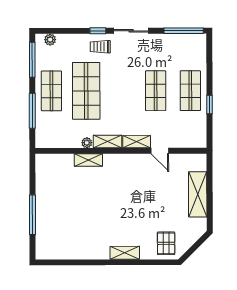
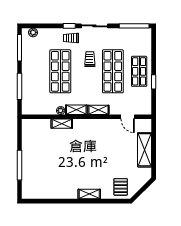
trolley: (125, 75) -> (90, 59), added
shop shelf: (51, 91) -> (34, 71), removed
shop shelf: (156, 91) -> (113, 71), width x1.43, depth x1.36
door: (160, 151) -> (128, 117), moved

